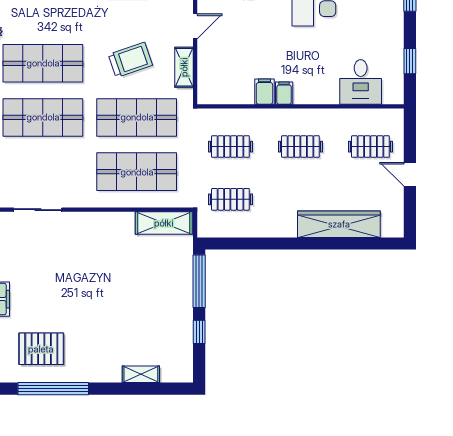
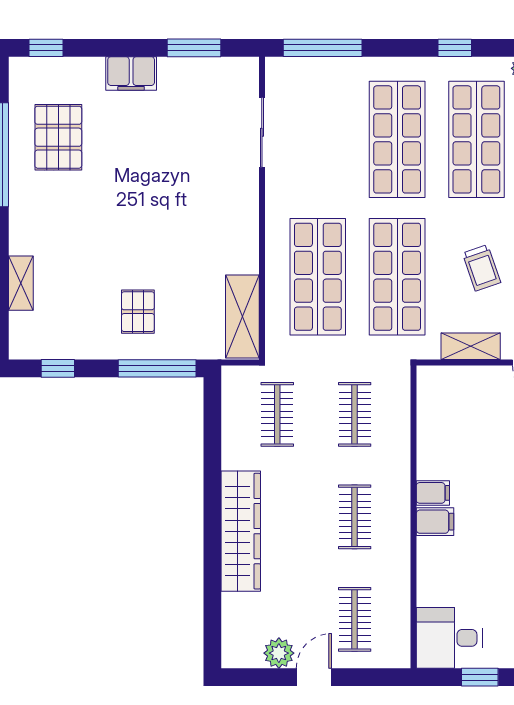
trolley: (130, 60) -> (482, 268), width x0.73, depth x0.72
desk: (361, 82) -> (449, 638), moved
filing cabinet: (264, 92) -> (435, 522), moved
plant: (393, 198) -> (279, 653), added
wardrobe: (339, 224) -> (241, 531), moved
pallet: (160, 294) -> (138, 312), added
window: (199, 332) -> (58, 368), moved

